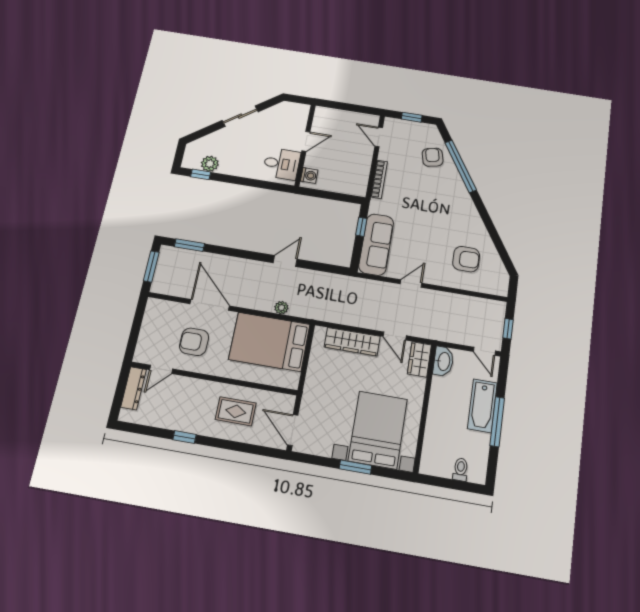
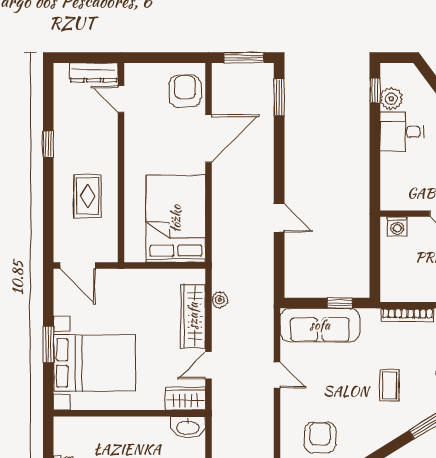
desk: (282, 164) -> (402, 132), moved, turned 90
coffee table: (432, 201) -> (390, 385), added
armchair: (466, 259) -> (320, 438), turned 180
plant: (281, 308) -> (220, 300), moved
armchair: (194, 342) -> (185, 91), moved
door: (293, 430) -> (78, 266), swing flipped

